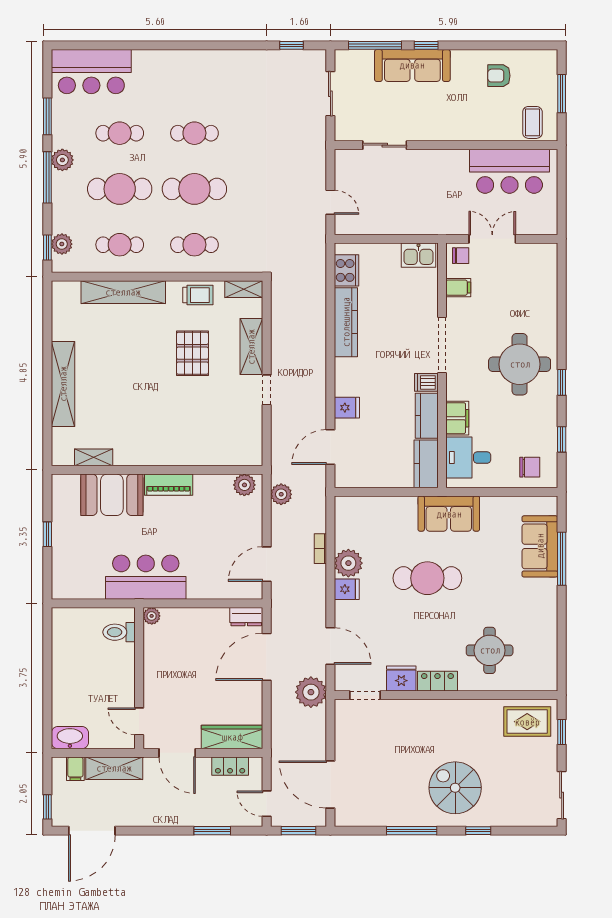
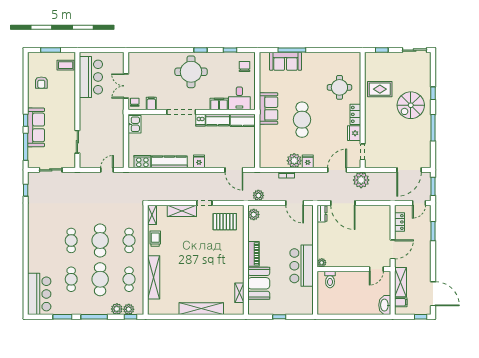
plant: (62, 160) -> (117, 309), moved
pallet: (192, 353) -> (225, 222), moved
fridge: (347, 408) -> (199, 161), moved
rug: (527, 722) -> (380, 89), moved, turned 90
wardrobe: (232, 737) -> (384, 221), removed

